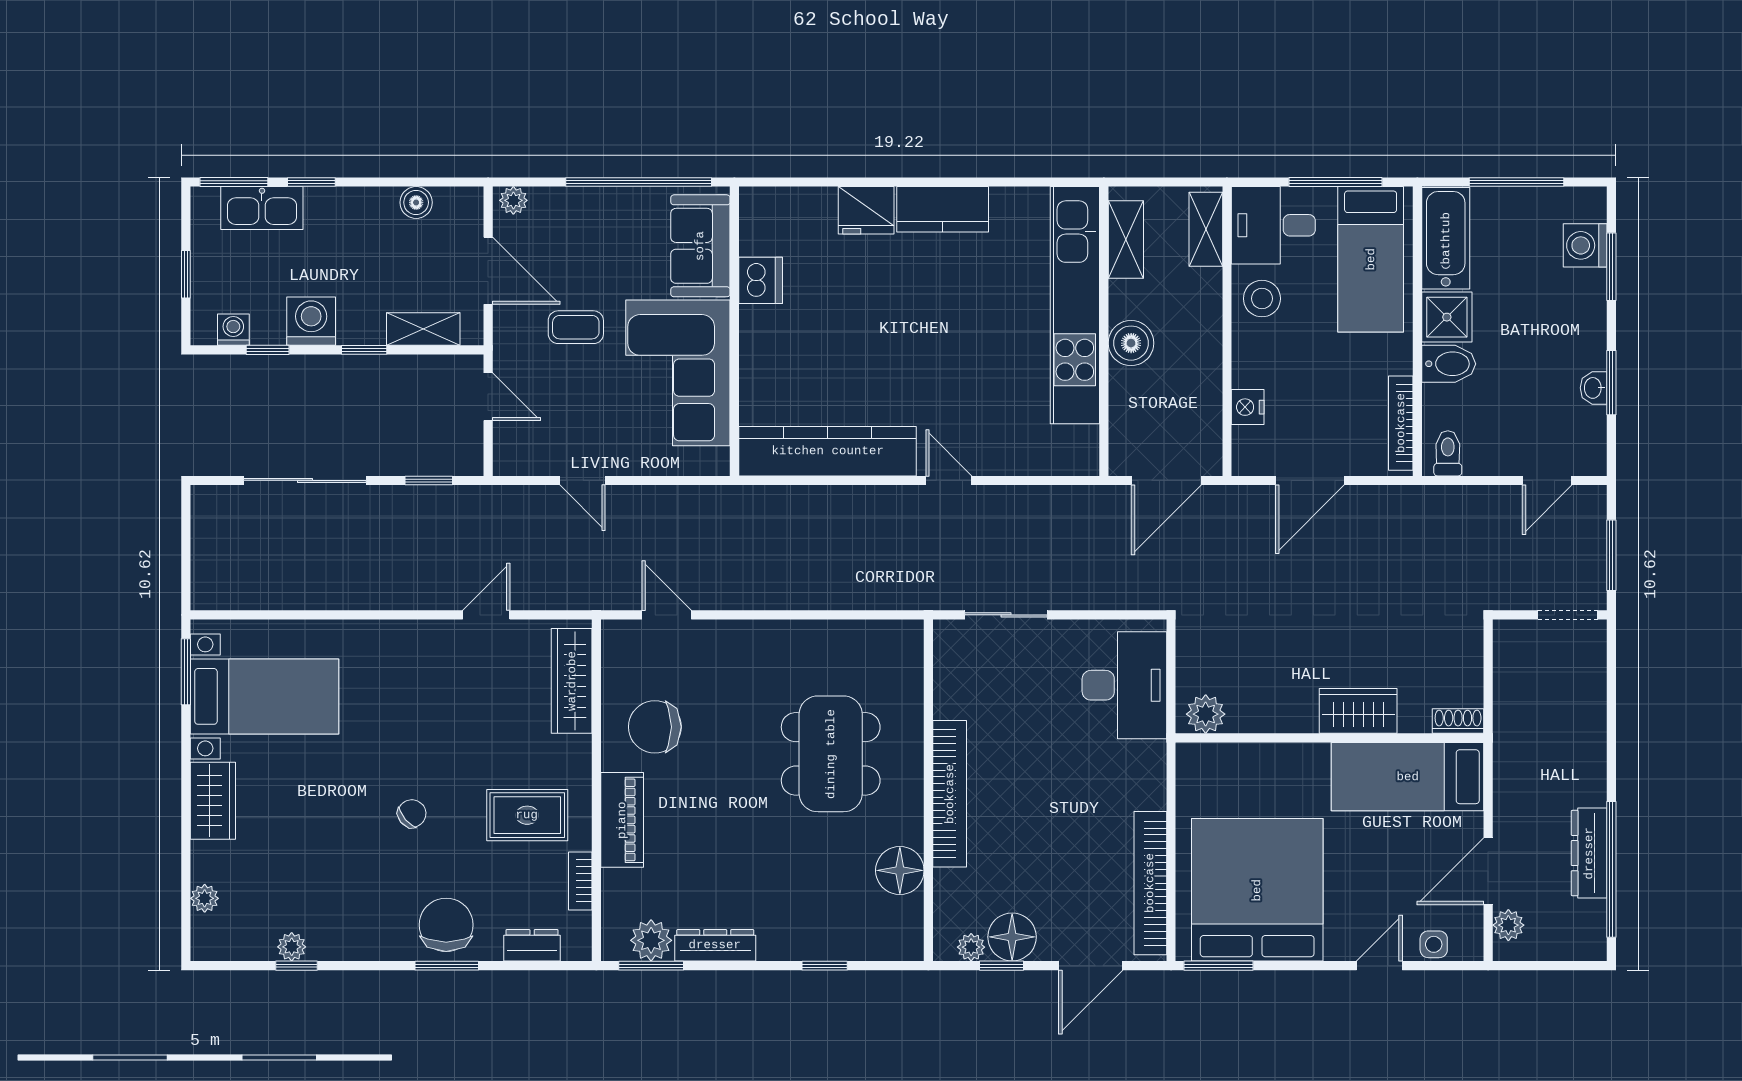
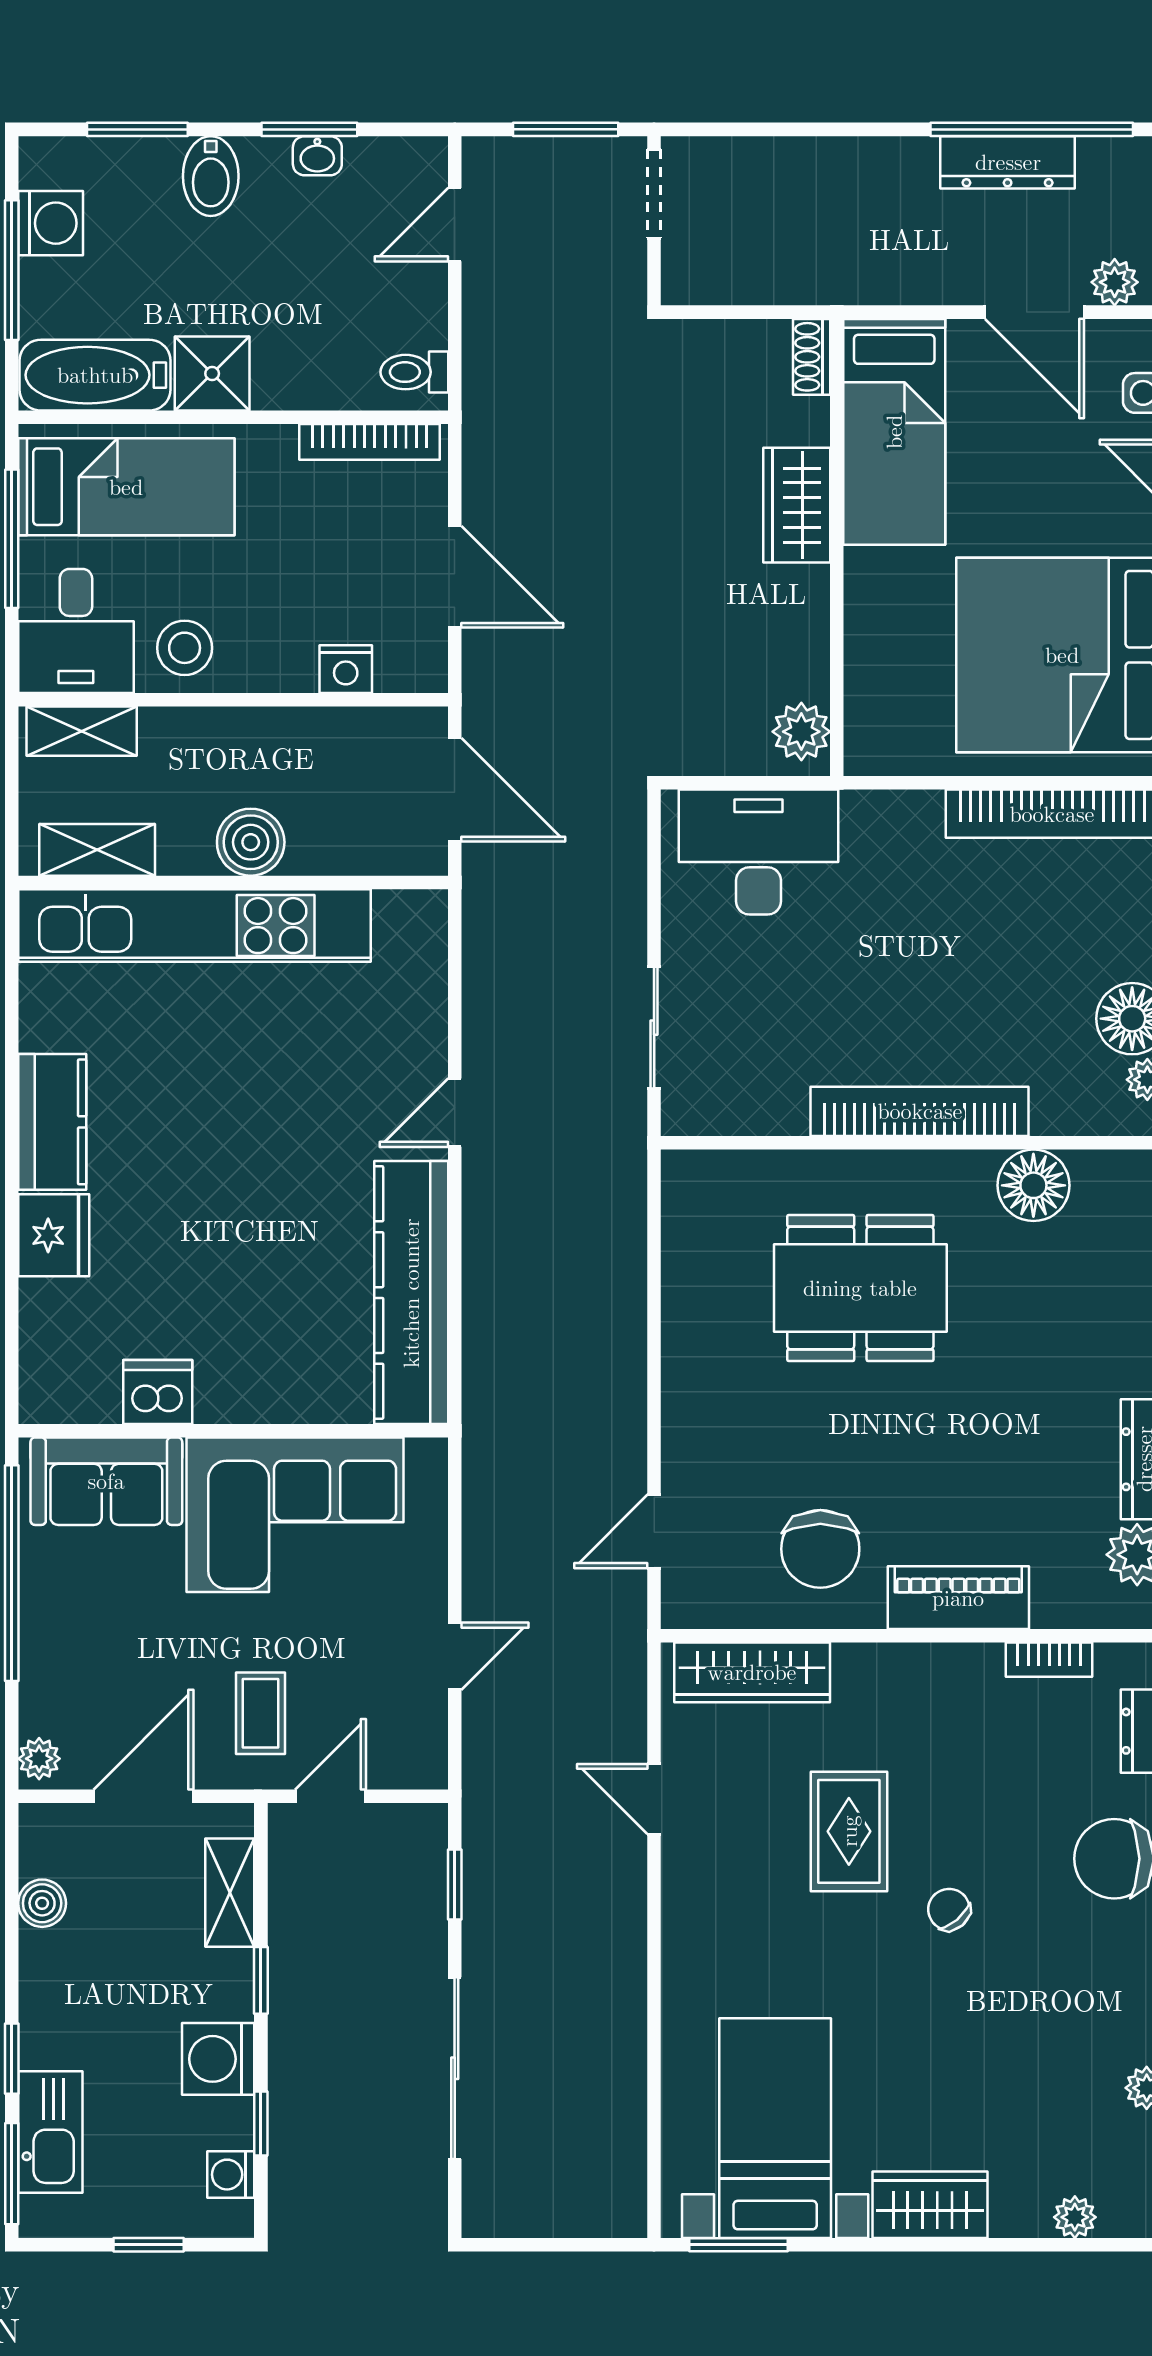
washing machine: (1585, 245) -> (51, 223), moved, turned -90
coffee table: (576, 327) -> (261, 1713), moved
bidet: (1449, 364) -> (211, 176), moved, turned 180
door: (1547, 480) -> (455, 225), swing flipped
rug: (527, 815) -> (849, 1831), moved

